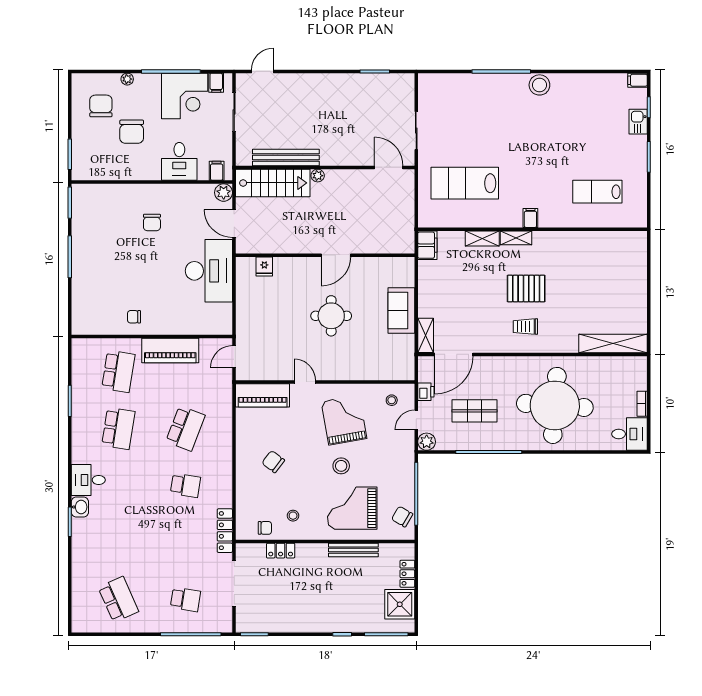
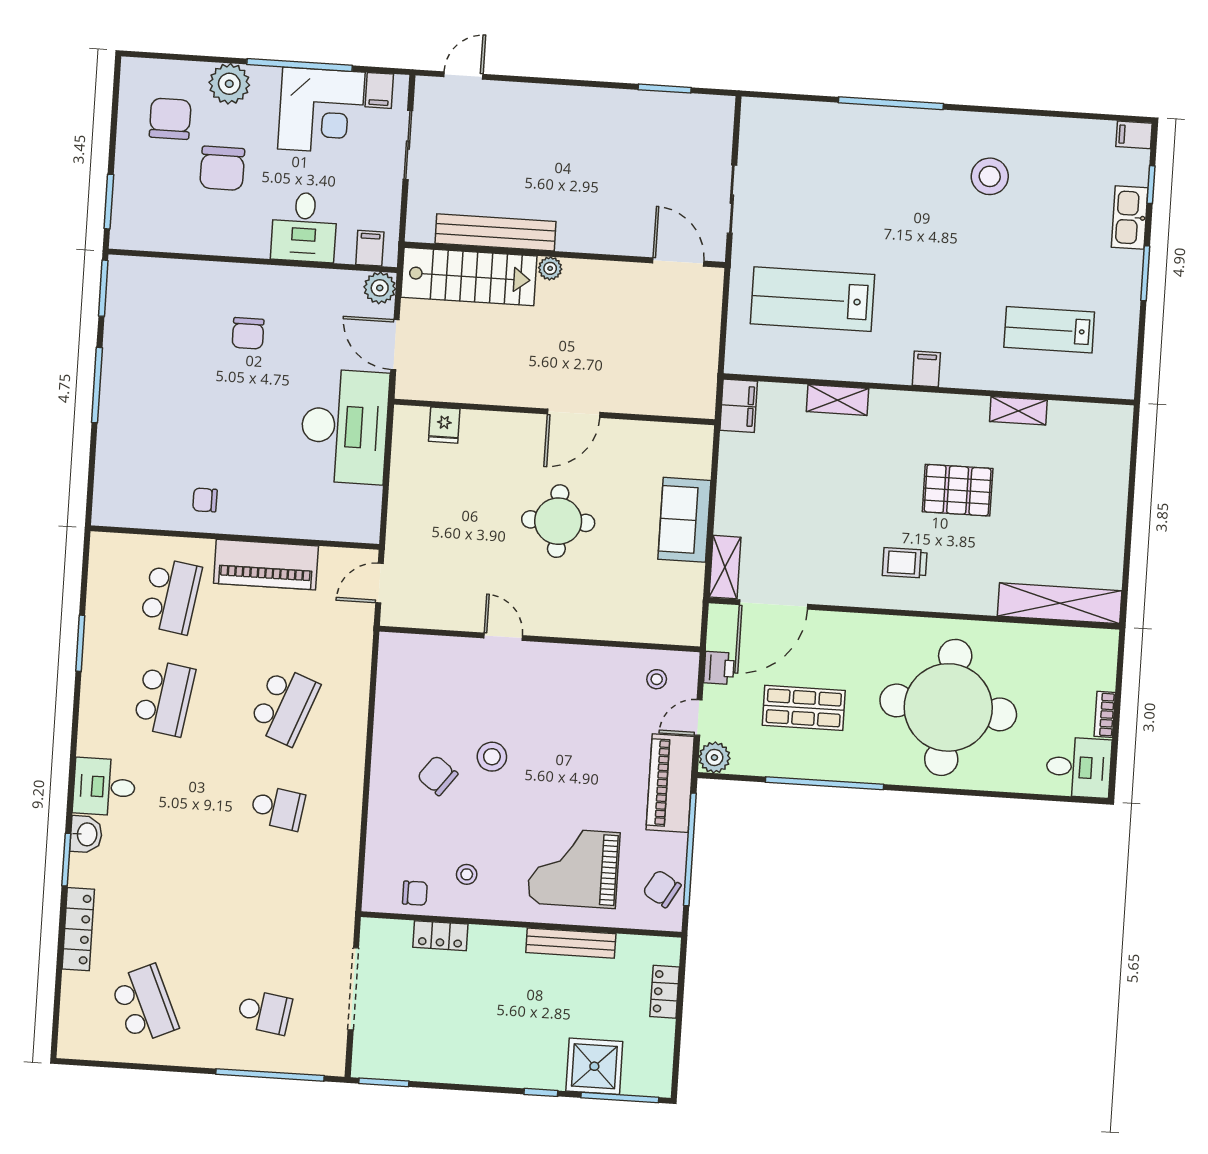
plant: (127, 79) -> (229, 84), width x1.87, depth x1.87
stool: (539, 85) -> (990, 176), moved
kitchen sink: (638, 122) -> (1130, 217), width x1.38
shelving: (516, 238) -> (1018, 411), moved
pallet: (526, 288) -> (958, 490), moved
piano: (263, 395) -> (670, 783), moved, turned 90
grand piano: (344, 420) -> (569, 709), removed
stool: (341, 466) -> (492, 757), moved
locker: (225, 531) -> (78, 929), moved, turned 180
shower: (400, 604) -> (594, 1066), moved

